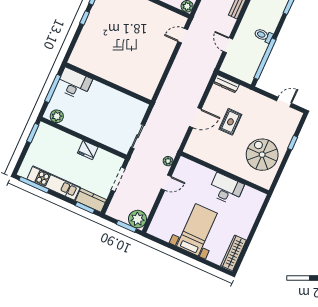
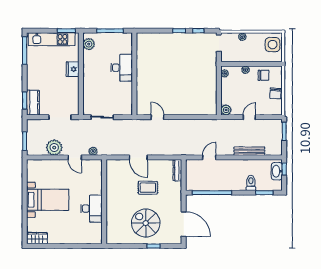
toilet: (263, 35) -> (251, 183), moved
door: (183, 36) -> (158, 117), moved
desk: (74, 84) -> (122, 68), moved
door: (284, 102) -> (184, 224), width x1.87
fridge: (88, 150) -> (73, 69), moved
spiral stairs: (262, 155) -> (146, 223), moved, turned -90
kitchen unit: (54, 183) -> (52, 39), moved, turned 90
plant: (138, 219) -> (54, 148), moved
wardrobe: (234, 253) -> (37, 238), width x0.67

